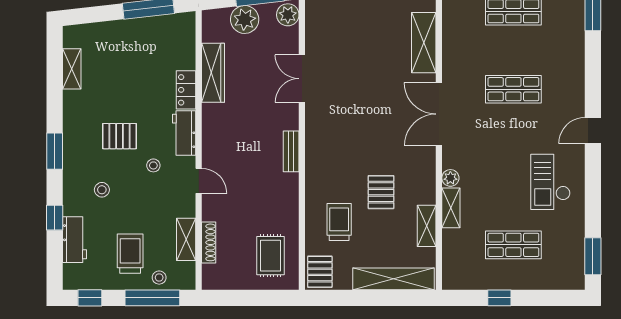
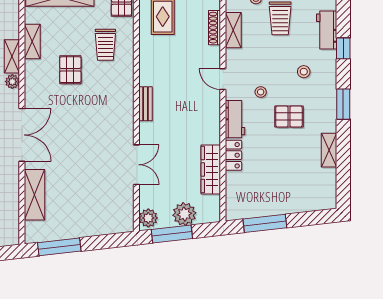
shelving: (72, 69) -> (329, 150), moved

